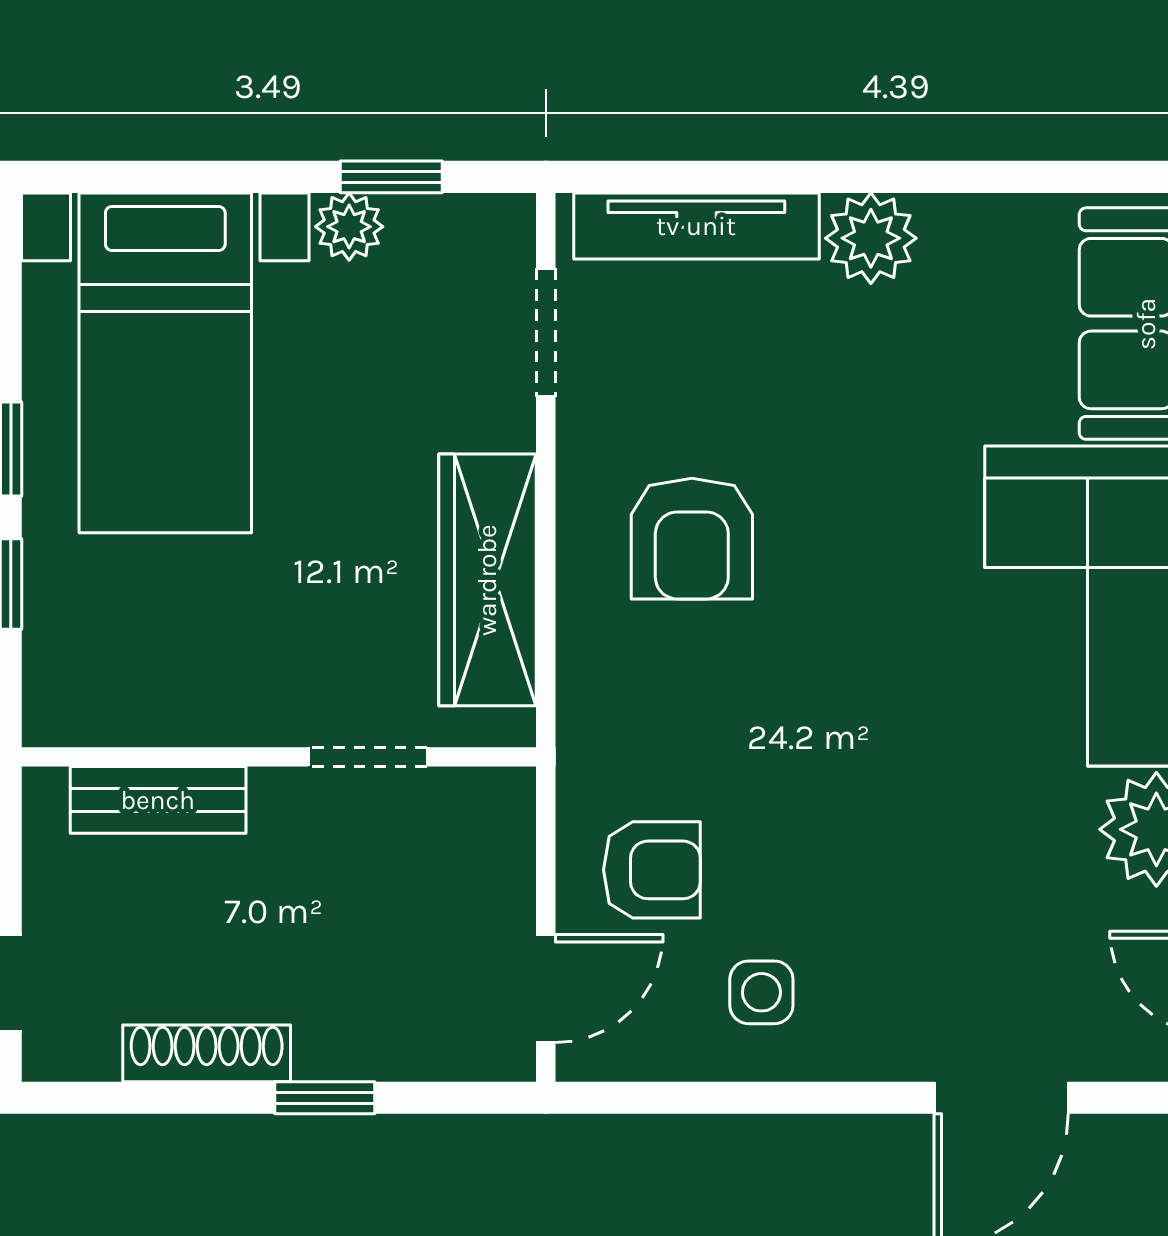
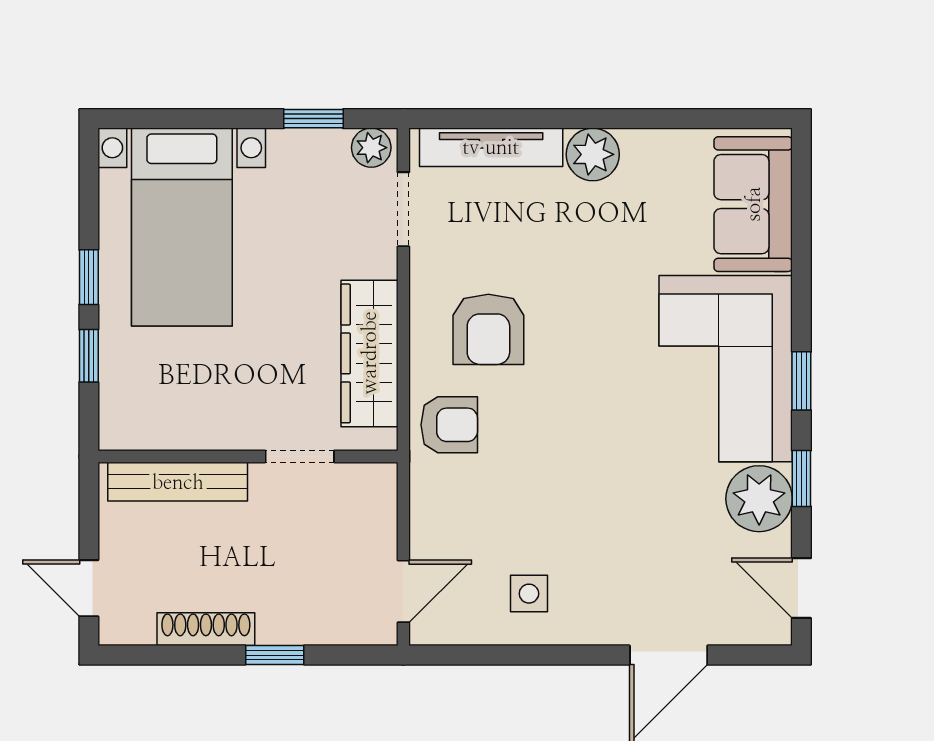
plant: (349, 227) -> (371, 148), moved
bench: (158, 800) -> (178, 482), width x1.36
armchair: (652, 870) -> (449, 425), moved

